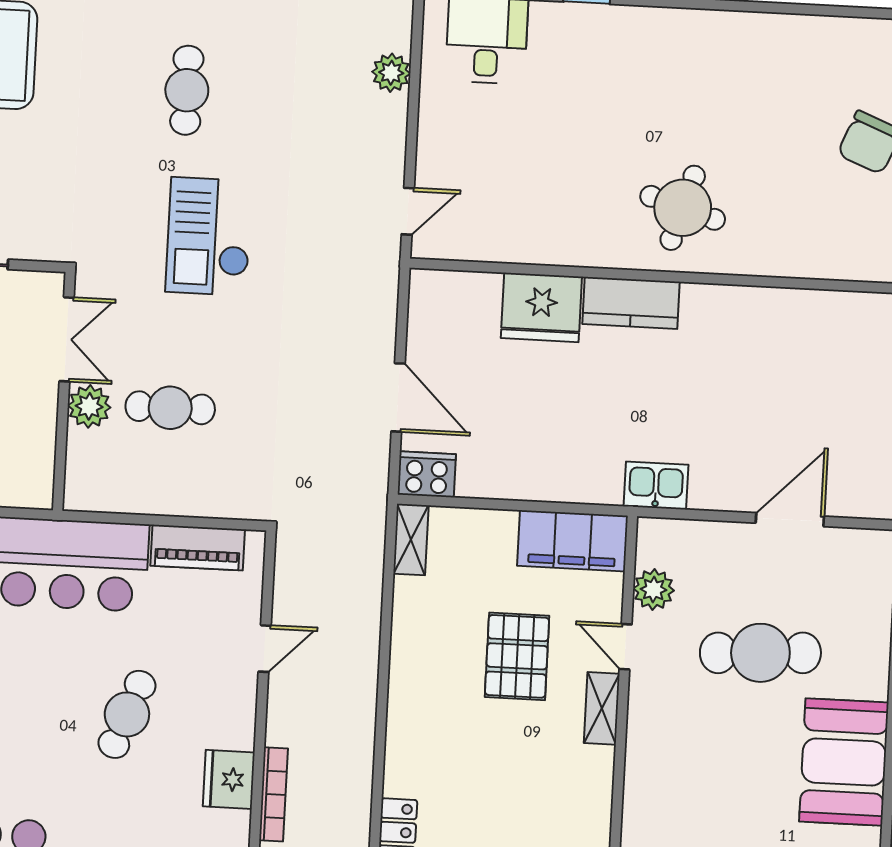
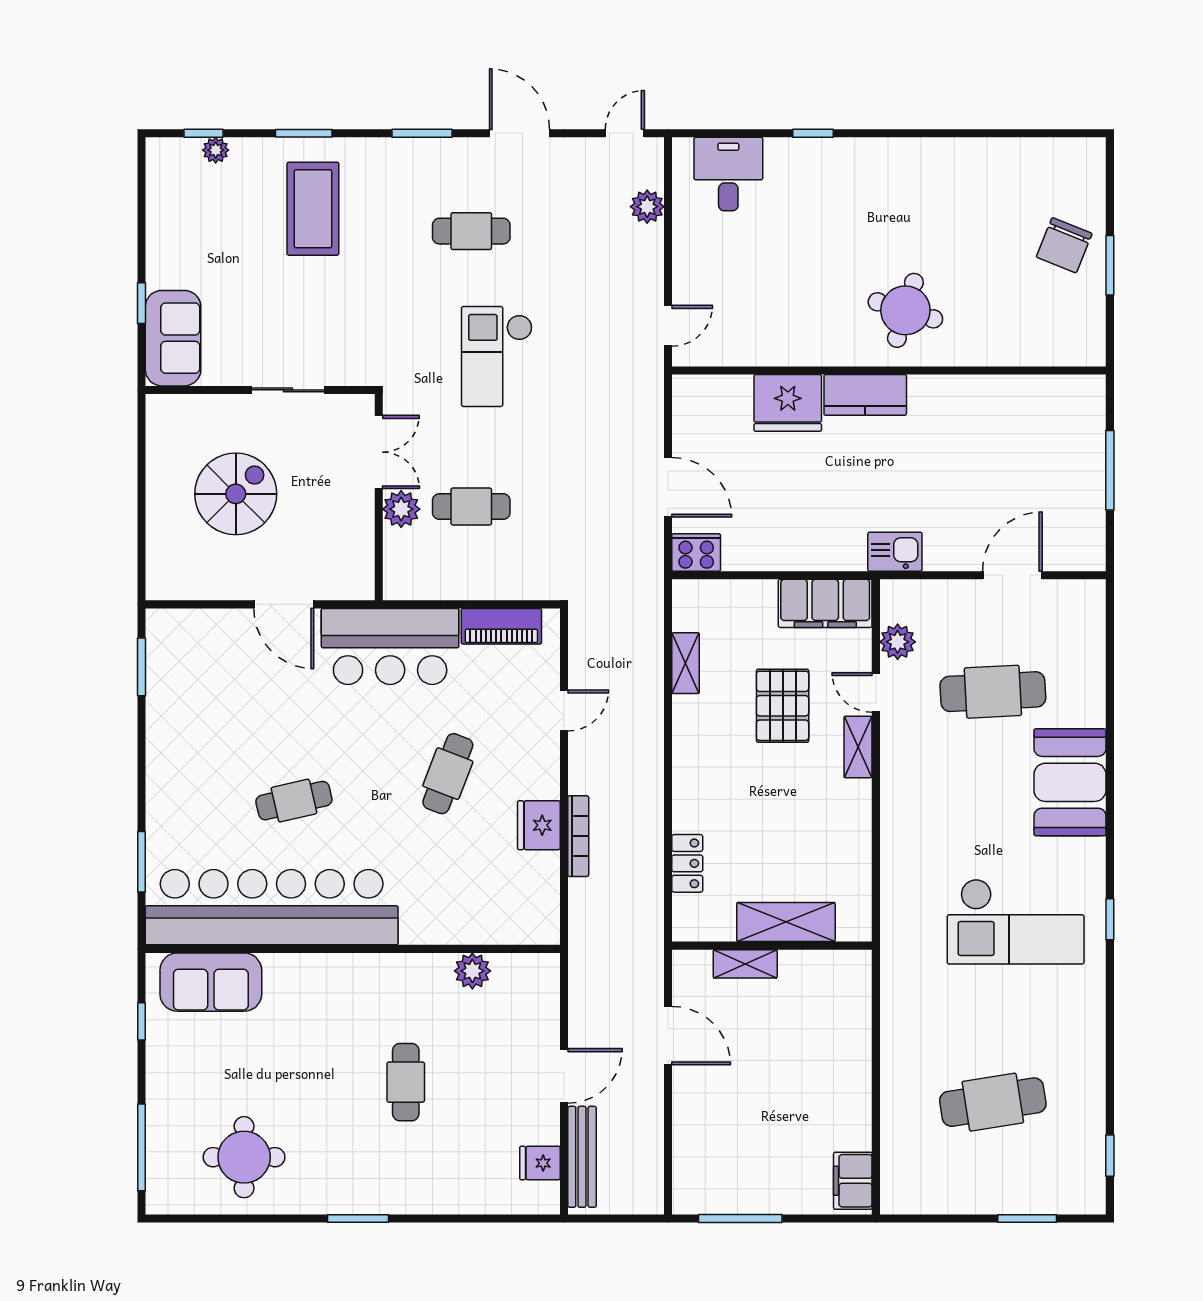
cafe table: (187, 90) -> (471, 231), turned 90
shelving: (411, 539) -> (686, 663), moved

